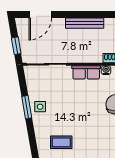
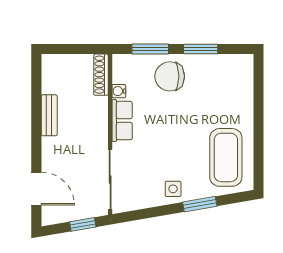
bench: (85, 23) -> (49, 115), width x0.73
window: (27, 107) -> (200, 204), moved
coffee table: (61, 142) -> (226, 157), width x1.86, depth x1.72

